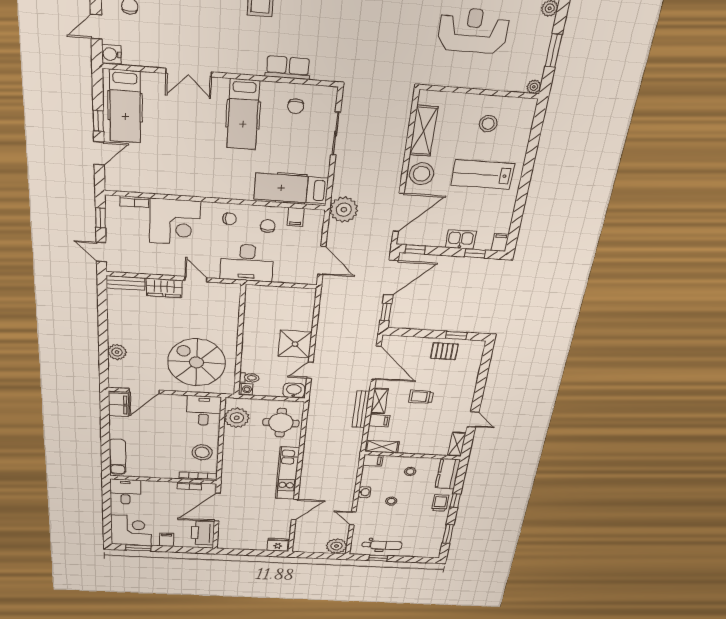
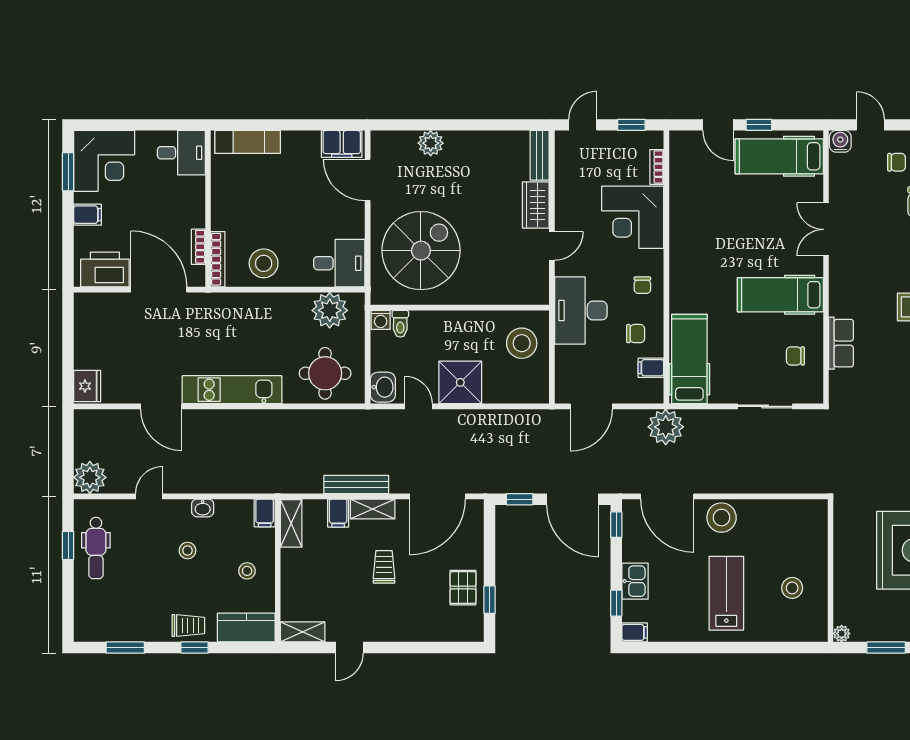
shelving: (424, 131) -> (777, 512), removed
stool: (269, 304) -> (522, 343), added

